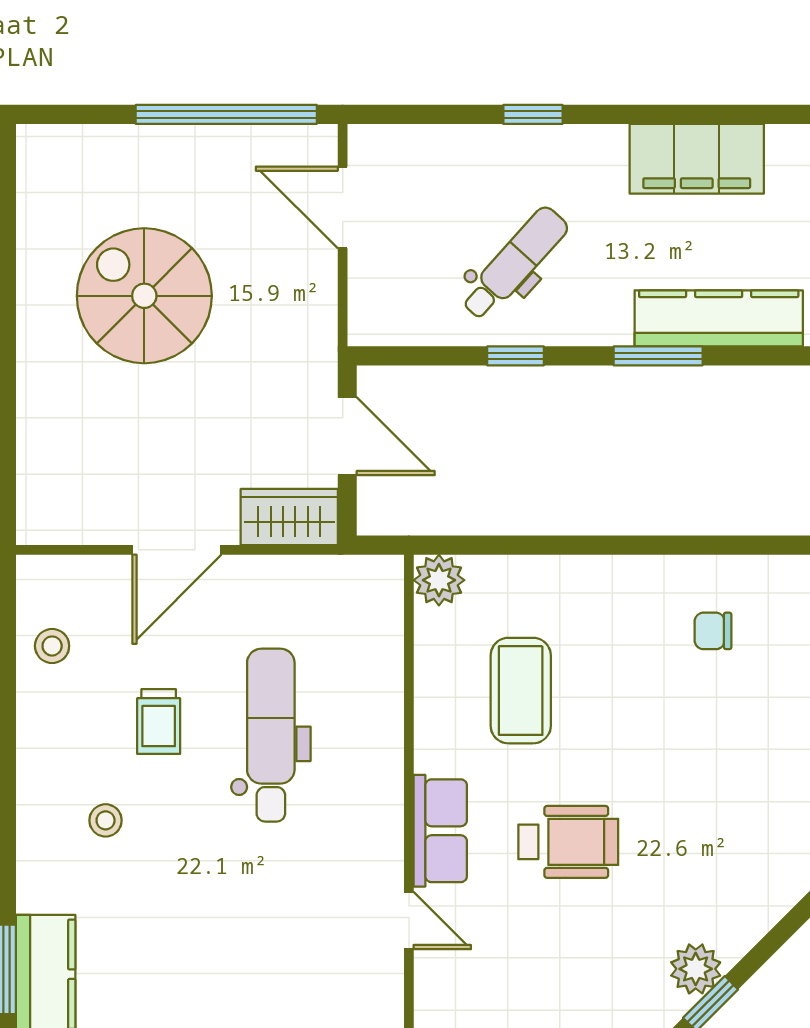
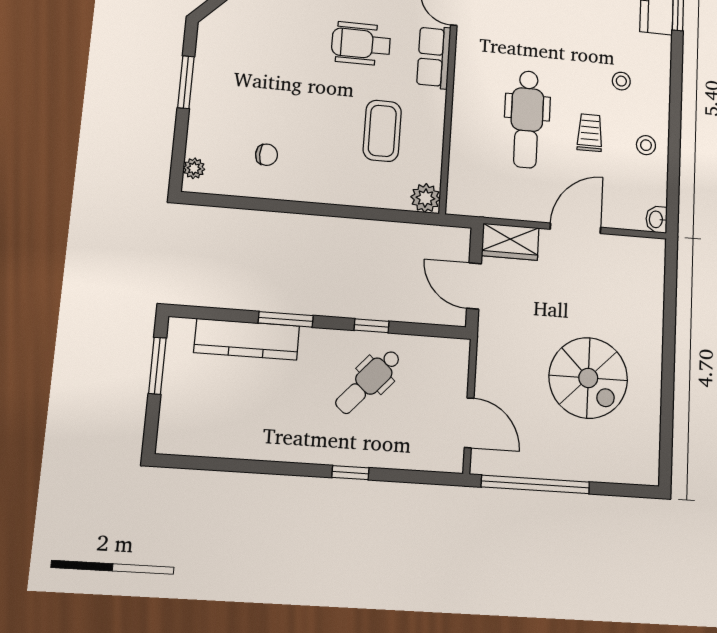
filing cabinet: (697, 159) -> (252, 438), removed
washbasin: (34, 578) -> (656, 219), added
stool: (52, 646) -> (646, 145), moved

